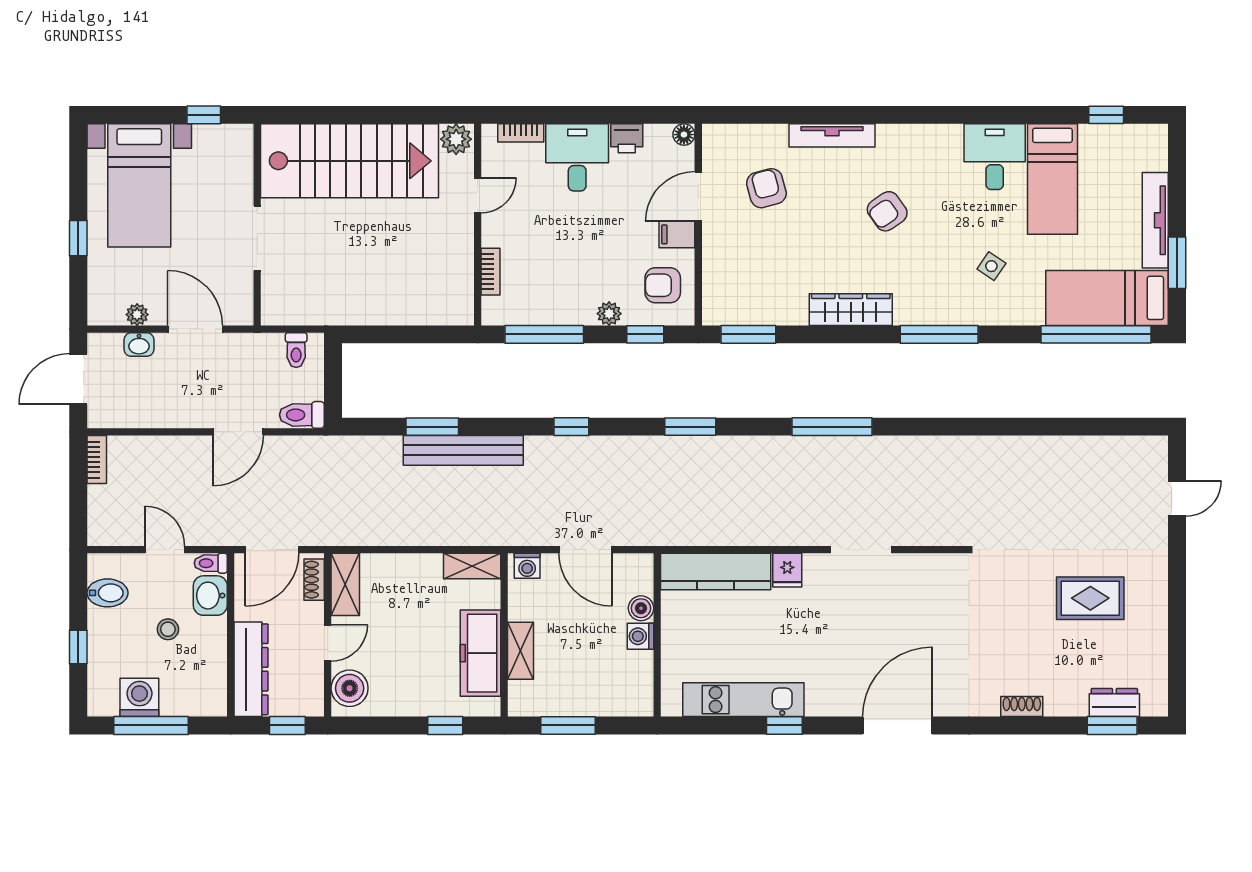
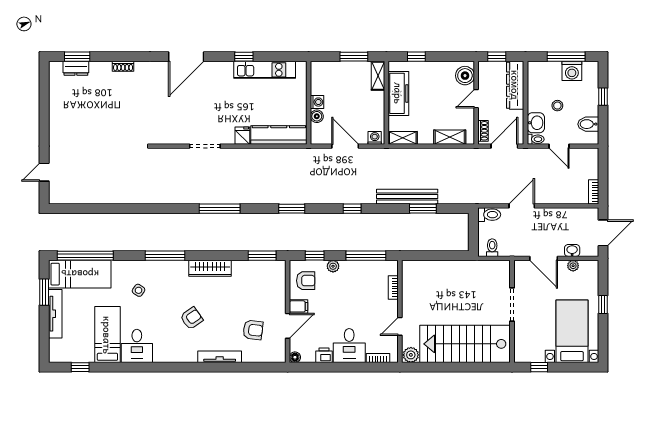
armchair: (766, 188) -> (253, 330), turned -68
shelving: (345, 584) -> (450, 137), moved, turned 90
rug: (1090, 598) -> (88, 121), removed
shelving: (521, 651) -> (378, 76), moved

